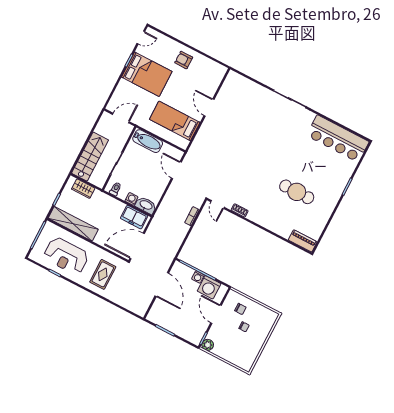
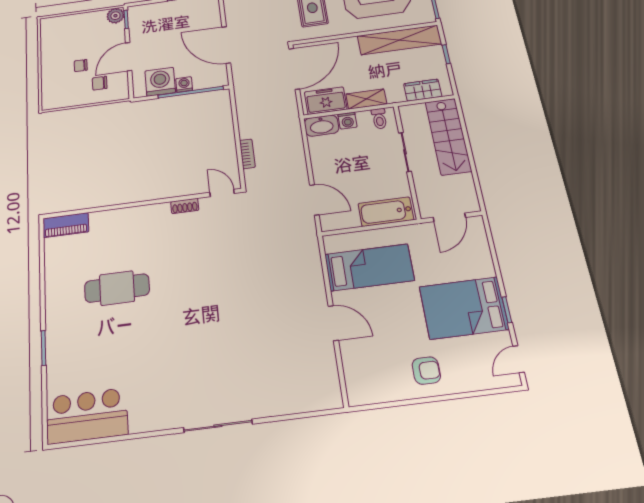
bar counter: (338, 139) -> (87, 416), width x0.73
shelving: (114, 204) -> (366, 99), added
door: (216, 314) -> (129, 57), swing flipped

